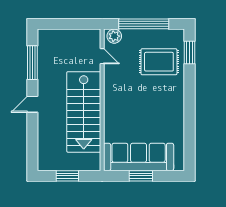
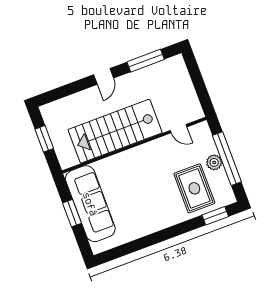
plant: (114, 36) -> (214, 162), moved
door: (102, 56) -> (178, 129), hinge flipped
door: (32, 104) -> (104, 76), swing flipped

